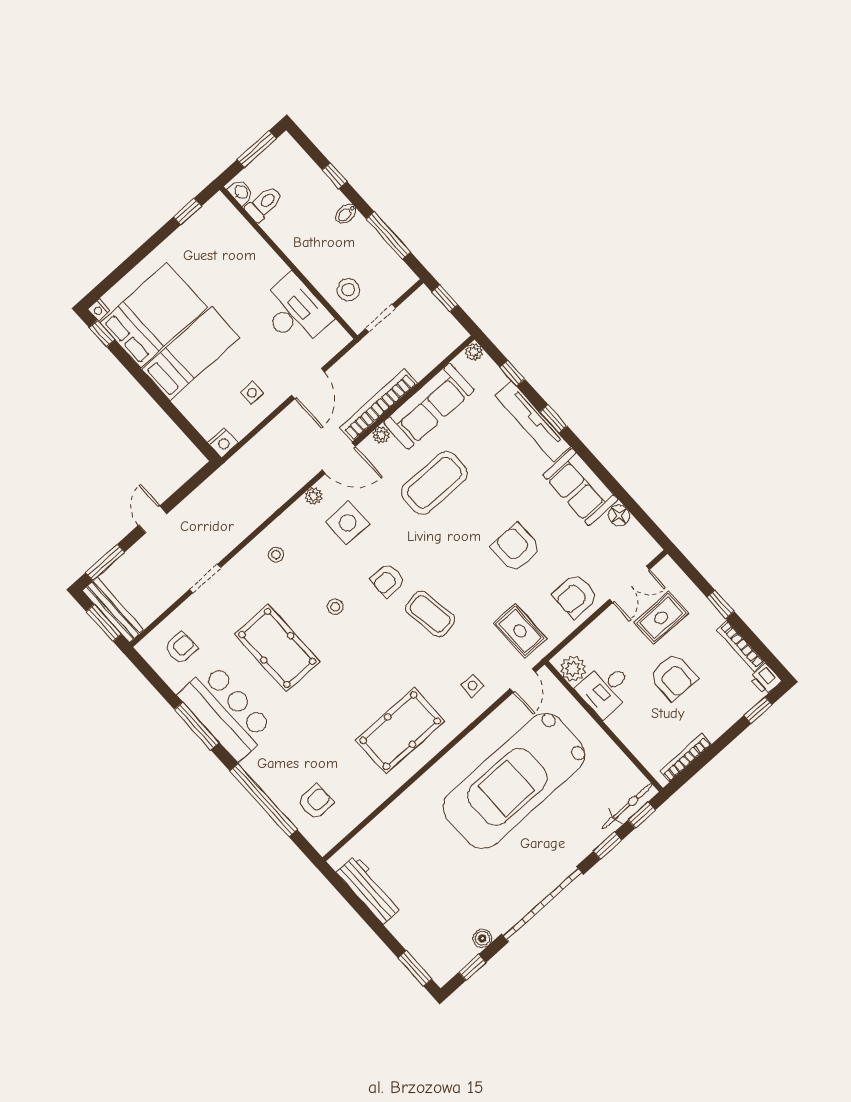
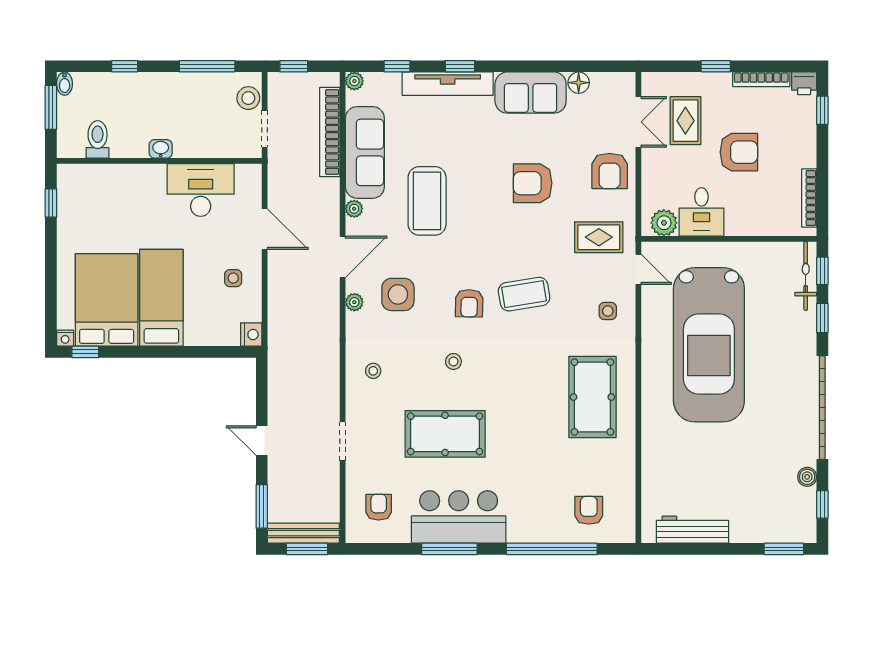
washbasin: (241, 192) -> (161, 149), moved
bidet: (346, 214) -> (65, 84), moved
stool: (348, 290) -> (248, 98), moved
bookcase: (379, 405) -> (330, 132), moved

